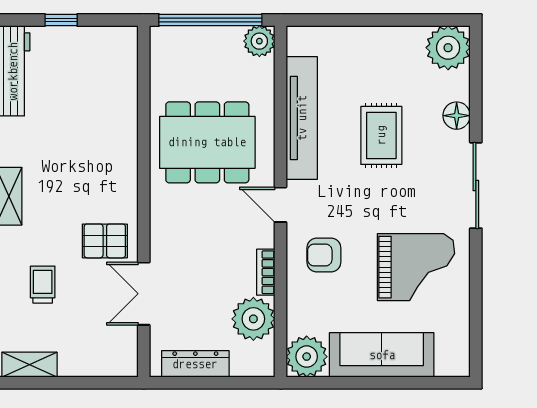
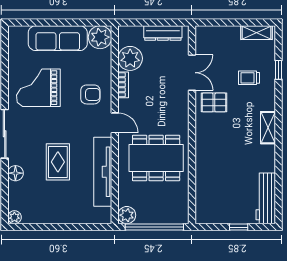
plant: (448, 48) -> (14, 217), width x0.53, depth x0.53
trolley: (43, 285) -> (249, 78), turned 90

